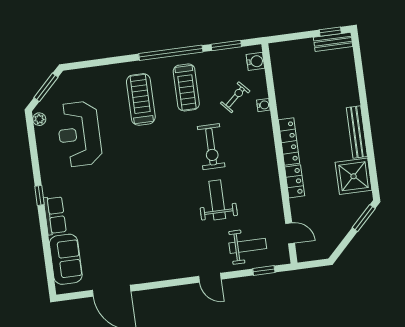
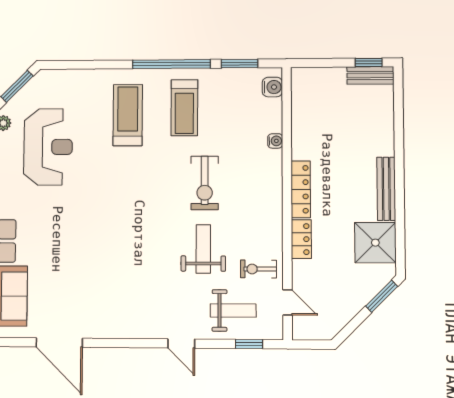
exercise bike: (235, 97) -> (258, 269), moved, turned -138
reception desk: (79, 134) -> (48, 147), turned 180

